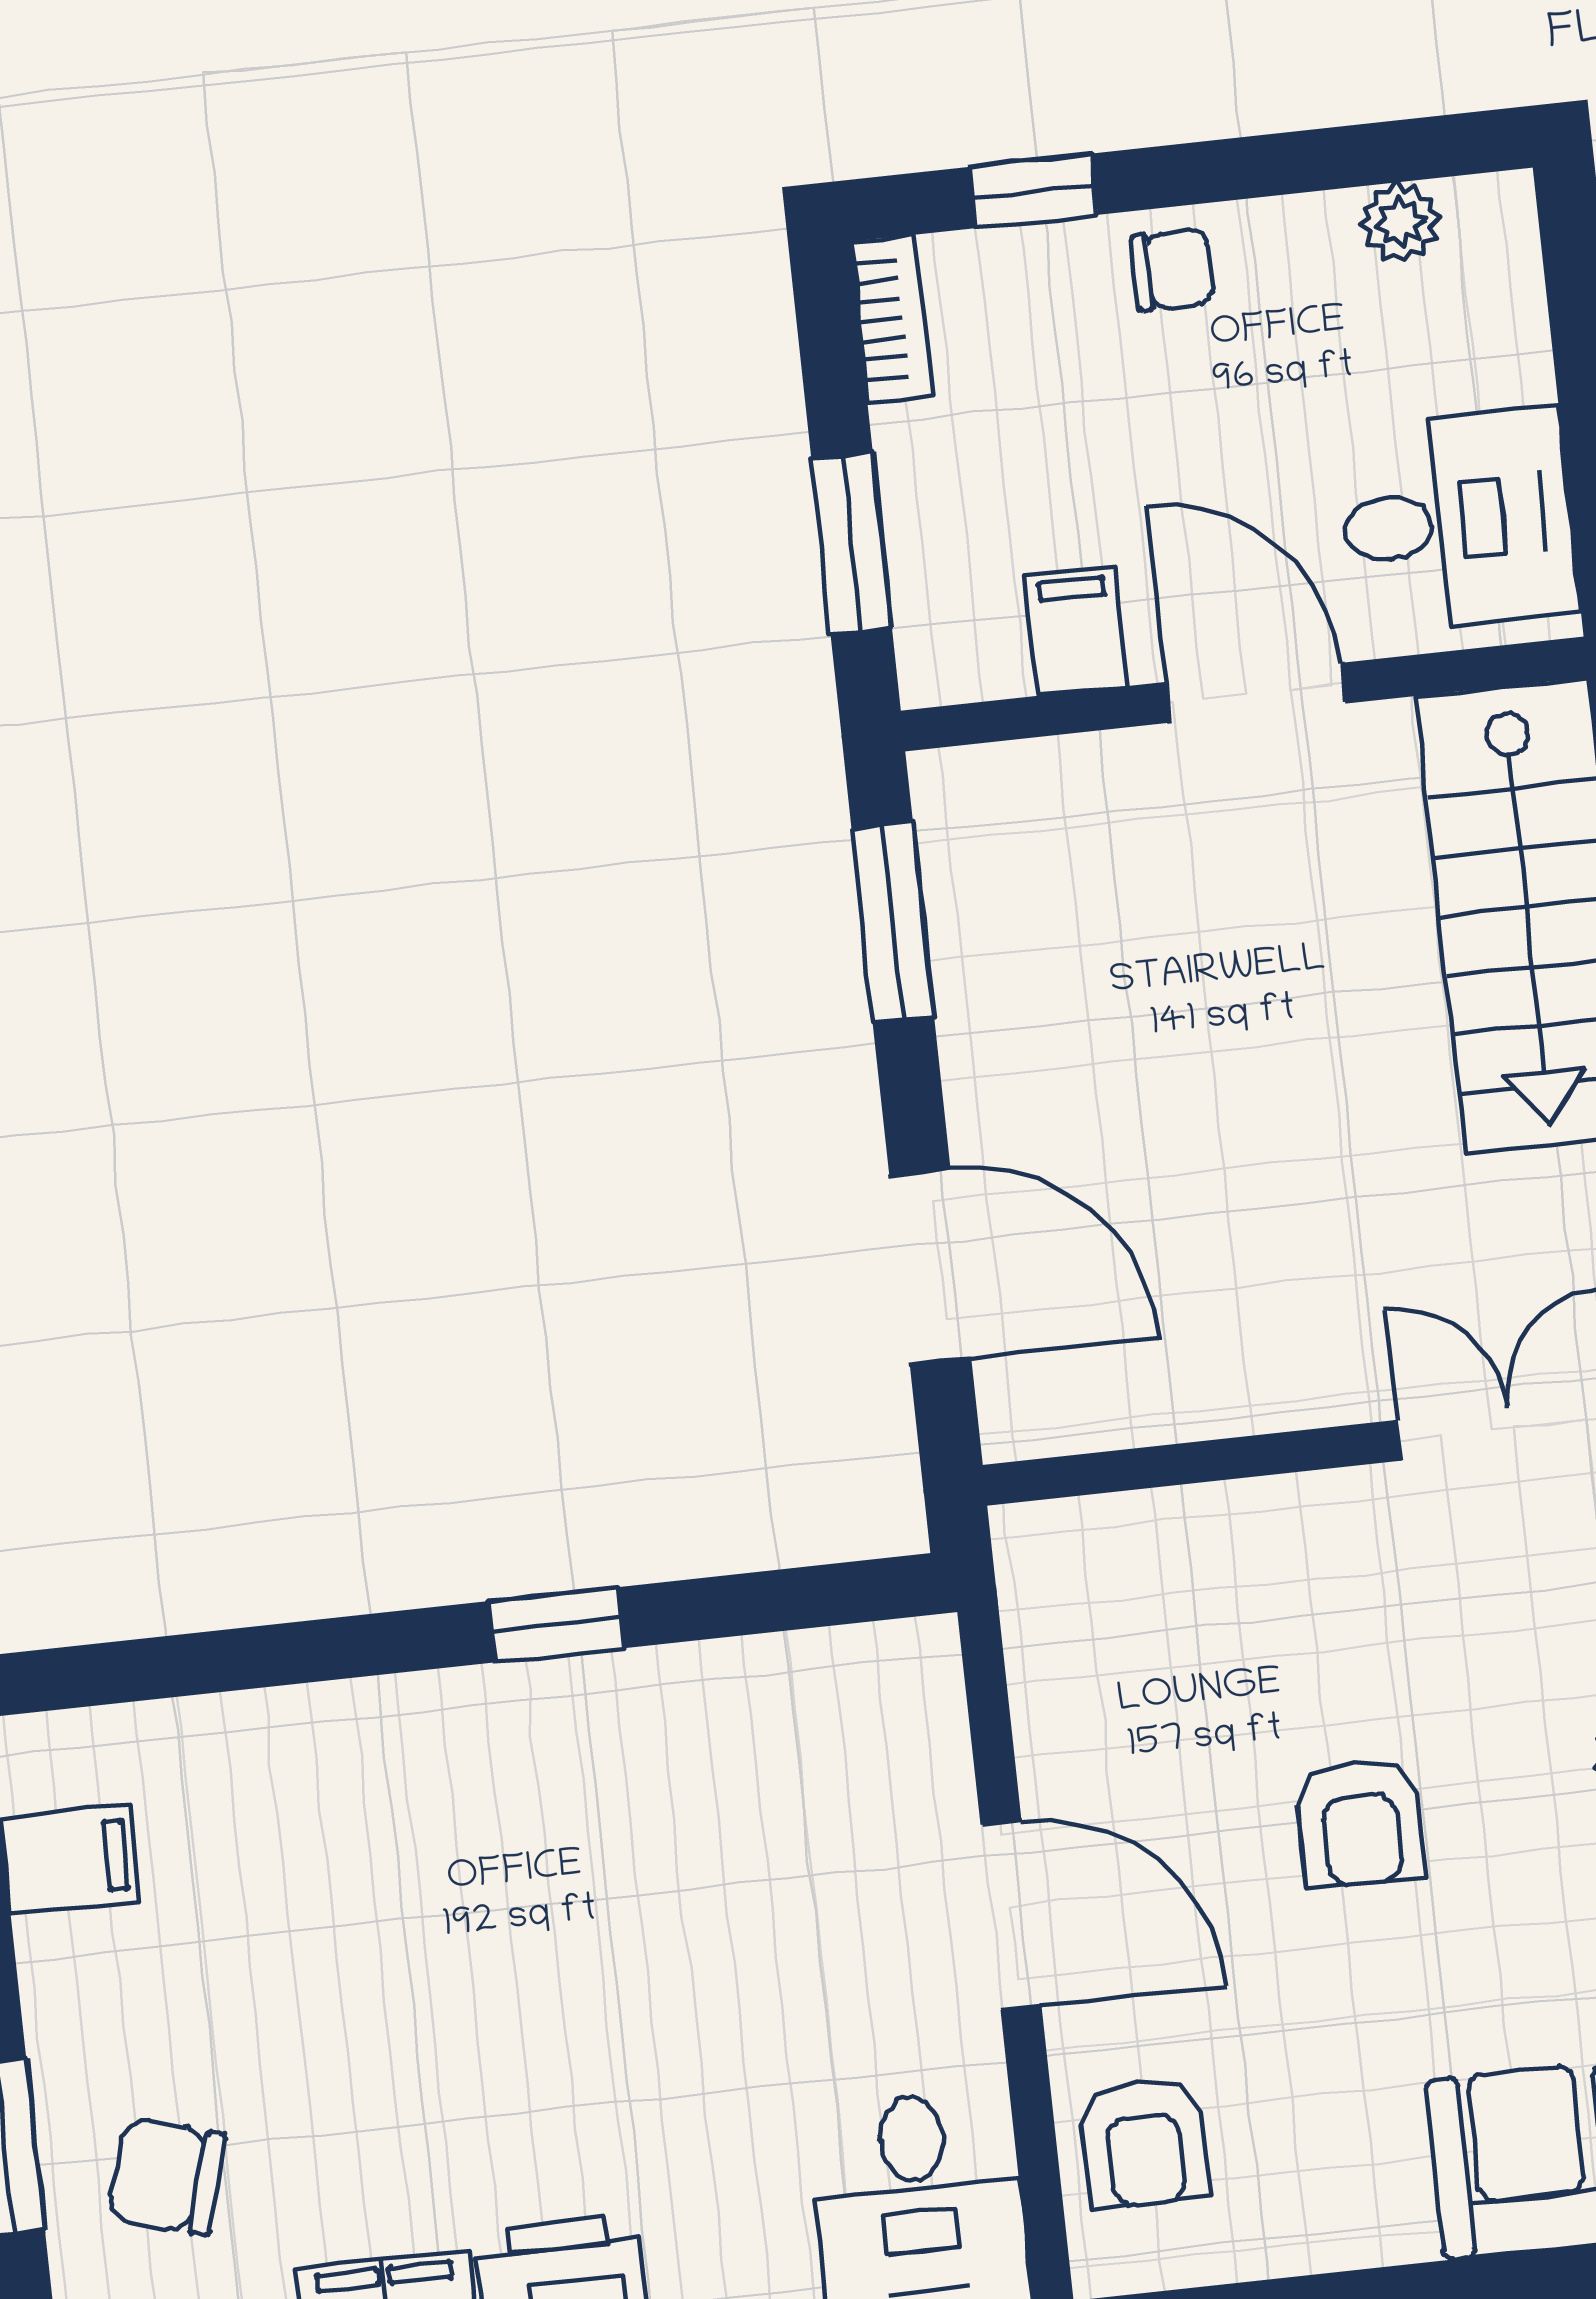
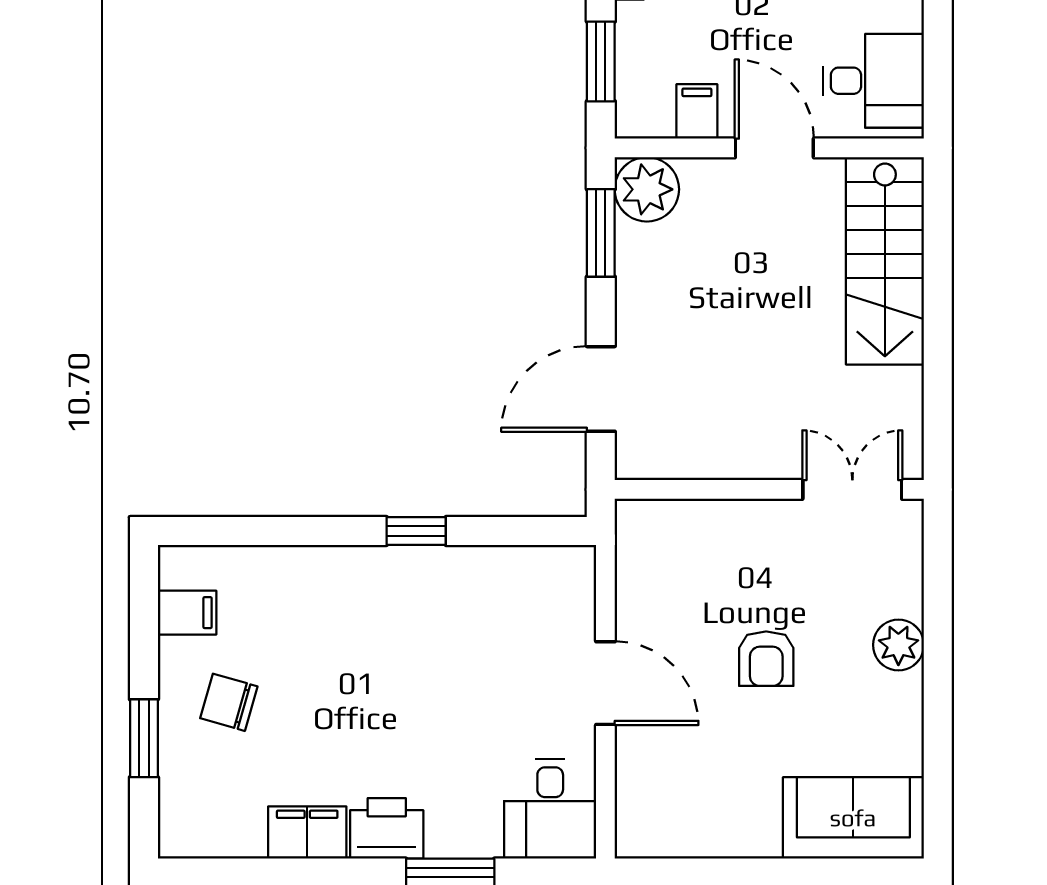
plant: (984, 815) -> (647, 189), added
door: (930, 1267) -> (601, 389), swing flipped
armchair: (1144, 2143) -> (654, 792), removed
chair: (167, 2177) -> (229, 702), moved

